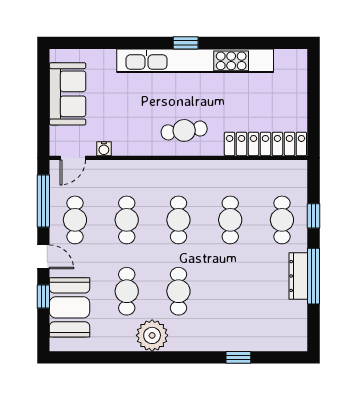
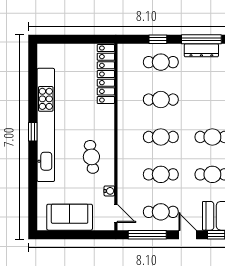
cafe table: (184, 130) -> (91, 157), moved
door: (43, 257) -> (188, 235), hinge flipped

